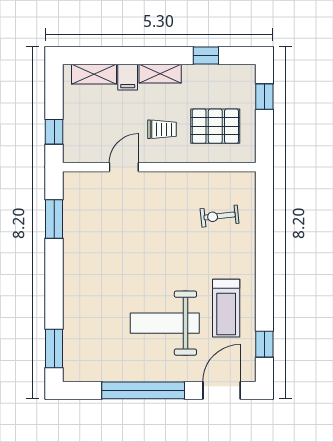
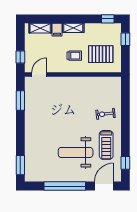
window: (206, 56) -> (108, 19), moved
door: (124, 167) -> (39, 75), moved
exercise bike: (220, 216) -> (106, 114), moved

